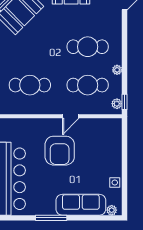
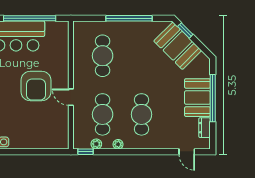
plant: (117, 104) -> (96, 144), moved
armchair: (60, 151) -> (36, 86), turned -90

